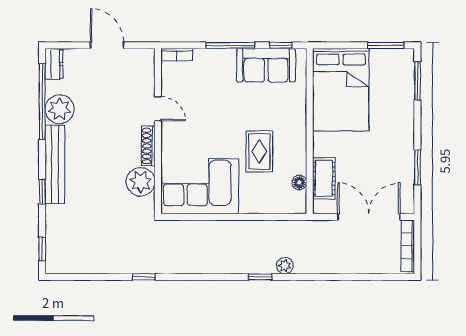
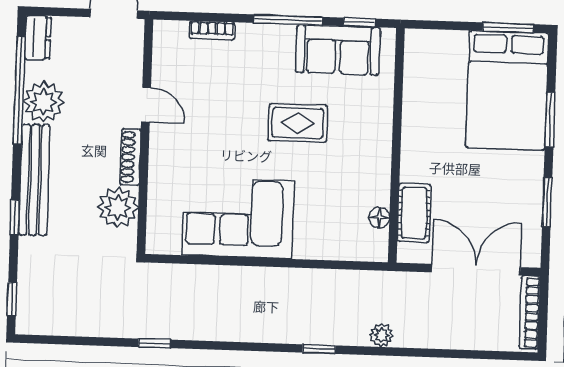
window: (417, 81) -> (550, 120), moved
bed: (341, 90) -> (507, 90), moved
door: (158, 109) -> (146, 105), moved
wall: (158, 131) -> (145, 137), moved
shoe rack: (148, 146) -> (130, 157), moved
rug: (259, 151) -> (298, 123), moved, turned 90
plant: (141, 182) -> (118, 207), moved
plant: (285, 266) -> (381, 335), moved

